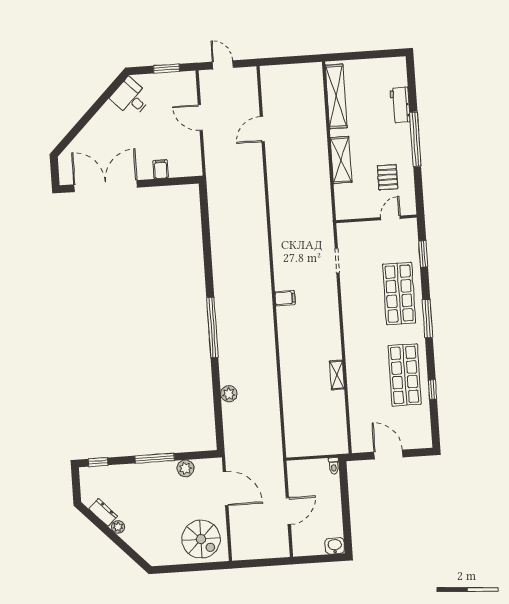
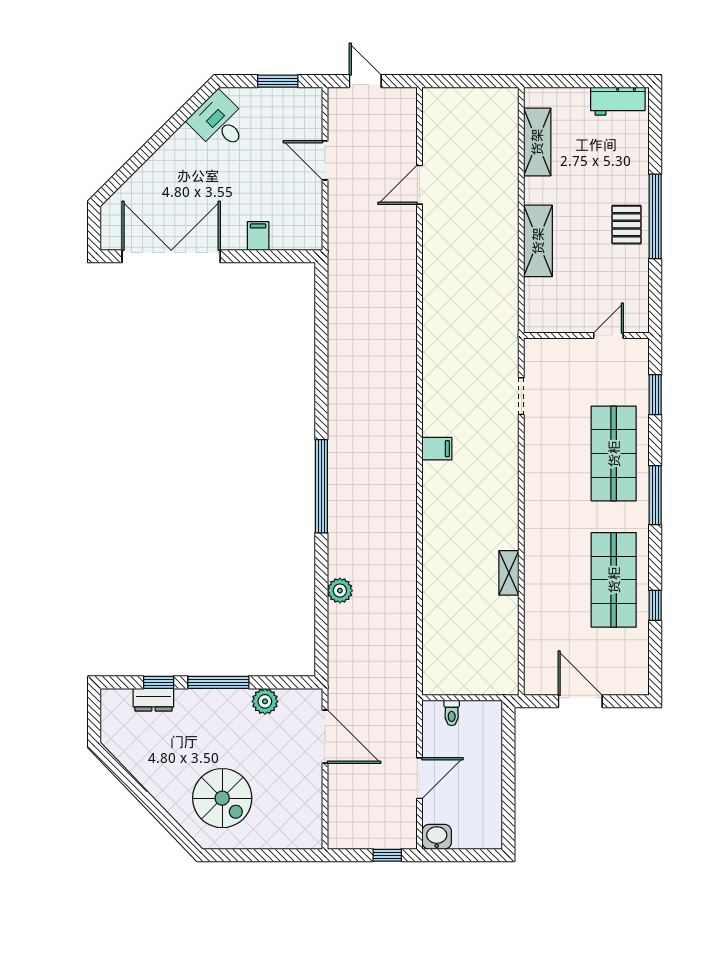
shelving: (336, 96) -> (537, 142), width x0.68
workbench: (400, 105) -> (618, 101), moved, turned -90
pallet: (388, 177) -> (627, 225), moved
window: (98, 462) -> (159, 682), moved
toilet: (334, 466) -> (452, 713), moved
dresser: (103, 512) -> (153, 700), moved, turned 134
plant: (118, 527) -> (154, 785), removed
spiral stairs: (201, 539) -> (222, 798), moved
washbasin: (335, 546) -> (437, 837), moved
window: (271, 562) -> (387, 855), added

